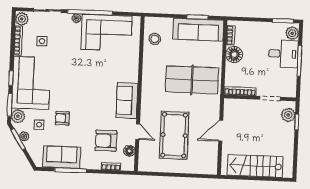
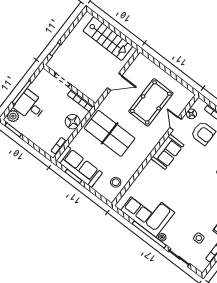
plant: (22, 19) -> (202, 265), removed
floor lamp: (234, 54) -> (73, 122), moved
plant: (288, 115) -> (58, 59), removed

